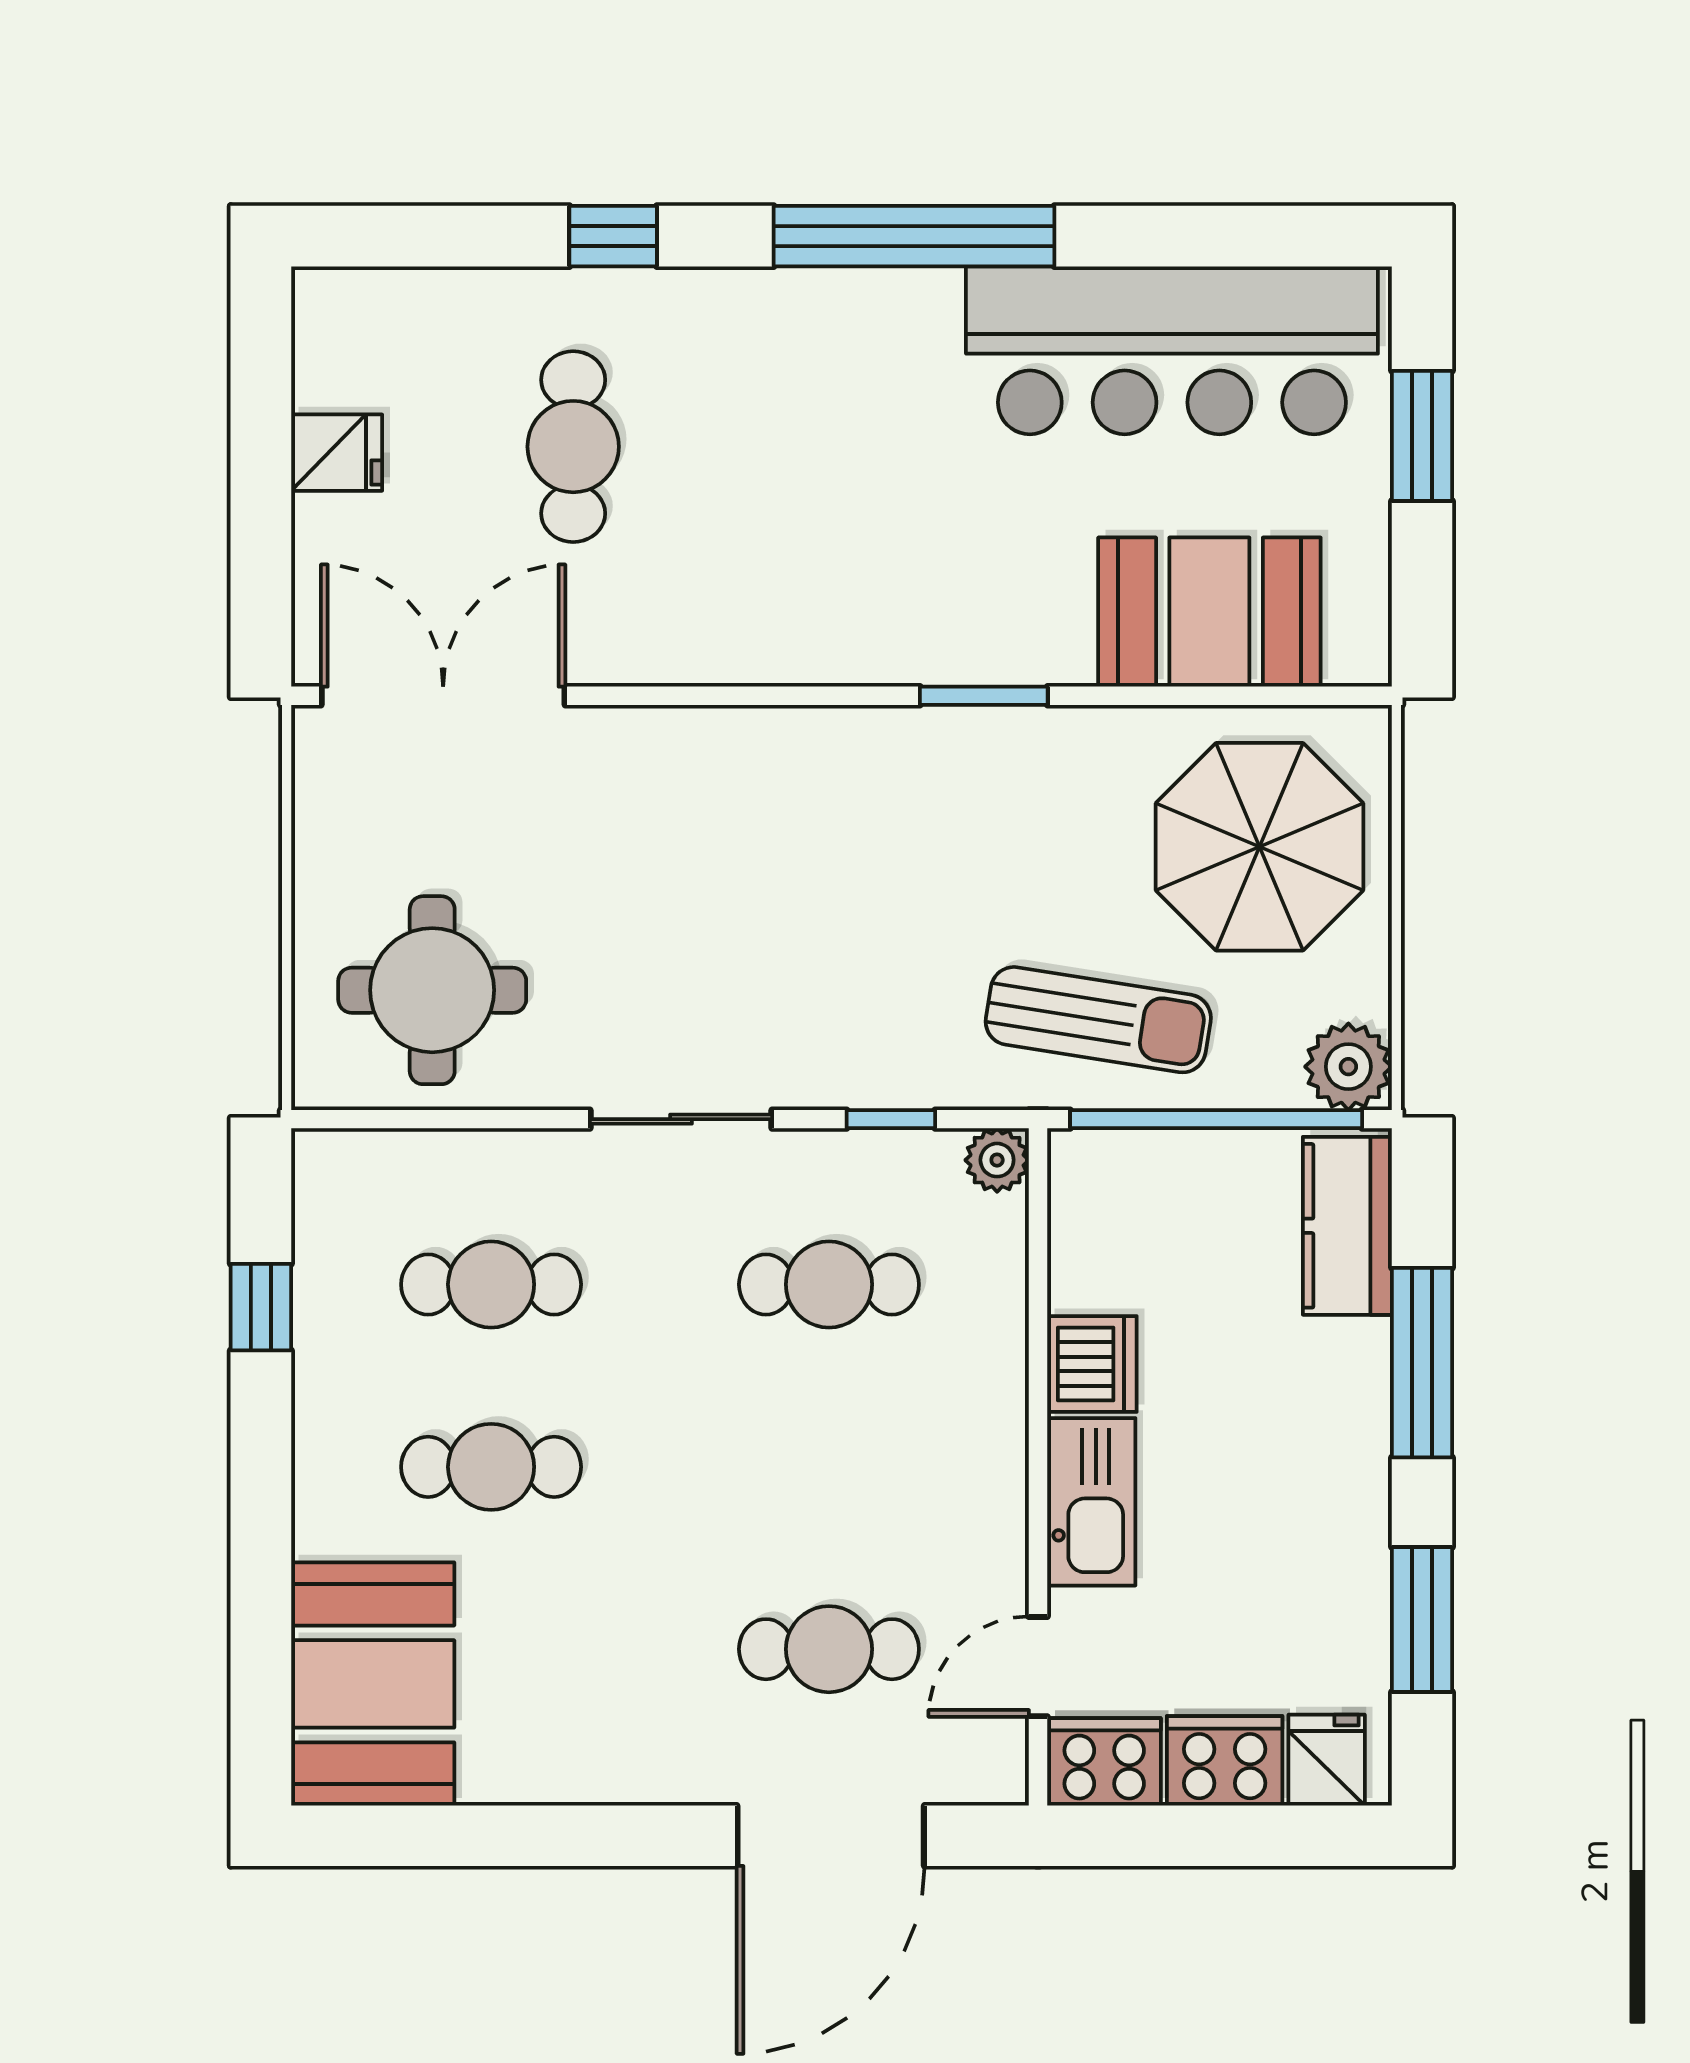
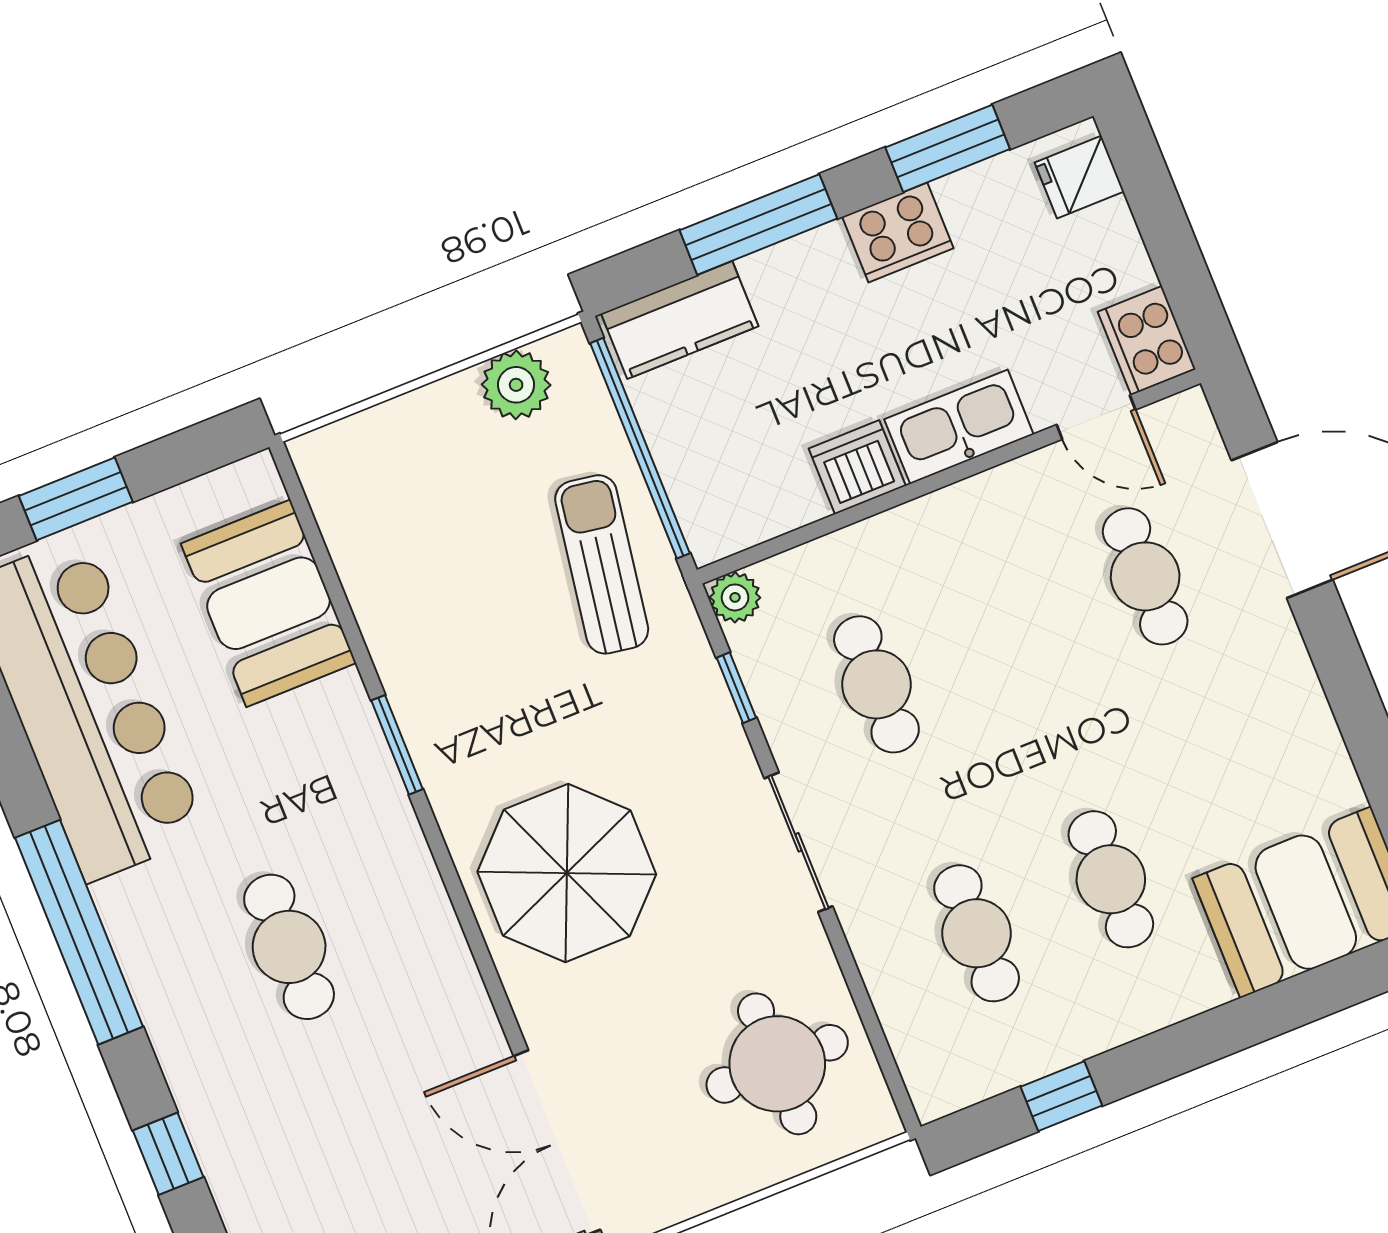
cafe table: (573, 447) -> (289, 947), moved, turned 90
parasol: (1260, 847) -> (567, 873), moved
plant: (1348, 1067) -> (516, 385), moved
cooker: (1225, 1761) -> (898, 232), moved, turned -90

